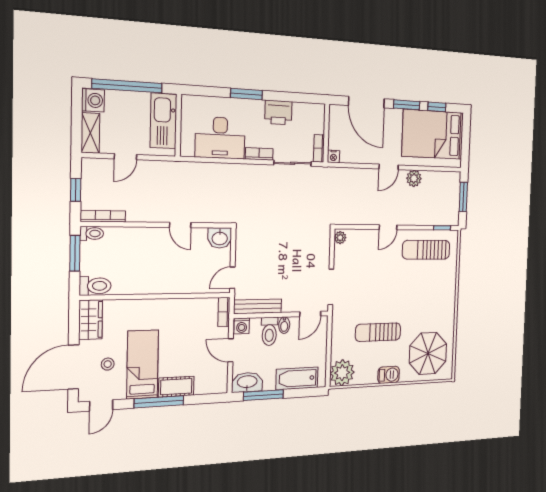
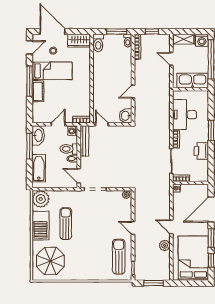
barbecue: (389, 375) -> (41, 226), width x1.88, depth x1.53
door: (101, 405) -> (30, 47), swing flipped

